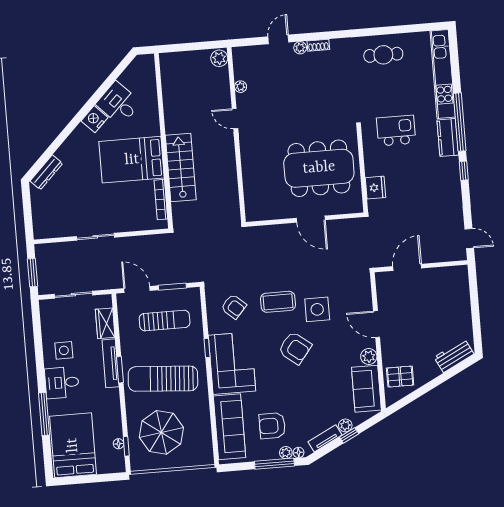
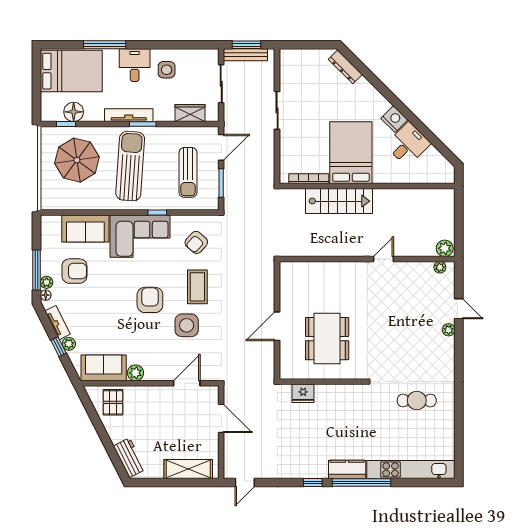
shoe rack: (318, 45) -> (450, 348), removed
cafe table: (383, 55) -> (417, 400), moved, turned 90
plant: (241, 87) -> (440, 267), moved
kitchen island: (396, 131) -> (358, 418), removed
dining table: (319, 168) -> (327, 339), width x0.73, depth x0.80
bench: (43, 273) -> (245, 55), added
shelving: (460, 296) -> (188, 469), added
door: (377, 324) -> (187, 383), moved
armchair: (295, 348) -> (150, 300), turned 142
tv unit: (111, 363) -> (129, 115), moved
armchair: (272, 426) -> (74, 271), turned 90
sofa: (230, 427) -> (85, 228), width x0.73
floor lamp: (119, 444) -> (74, 112), width x1.89, depth x1.89

